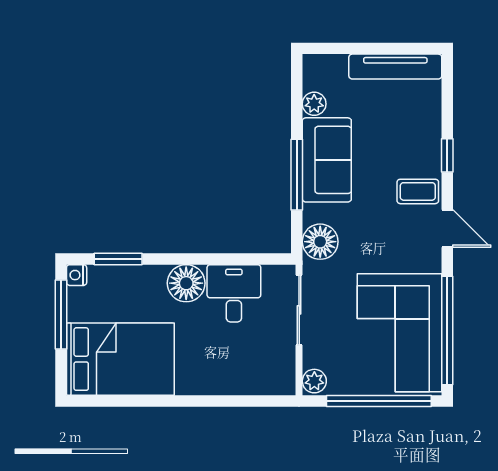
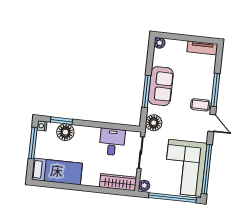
tv unit: (395, 67) -> (202, 48), width x0.71
plant: (314, 104) -> (160, 43), moved
window: (447, 155) -> (215, 90), width x2.17
floor lamp: (186, 283) -> (65, 132), moved
bed: (120, 359) -> (57, 171), width x0.67
wardrobe: (256, 380) -> (118, 182), added

